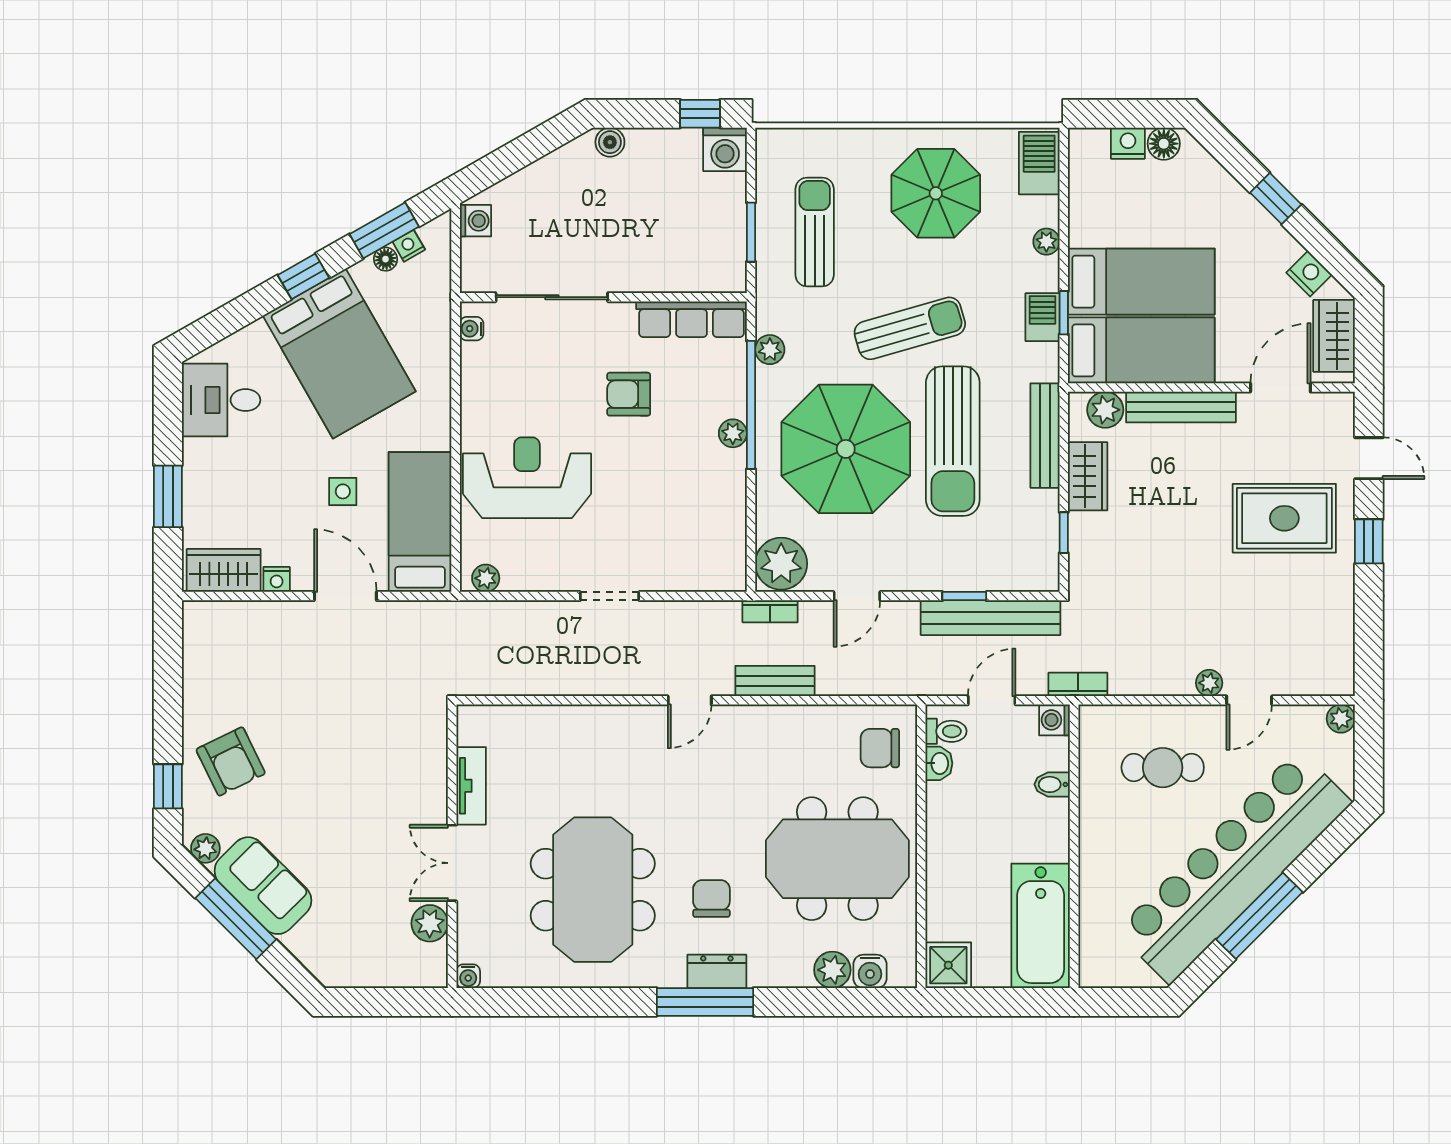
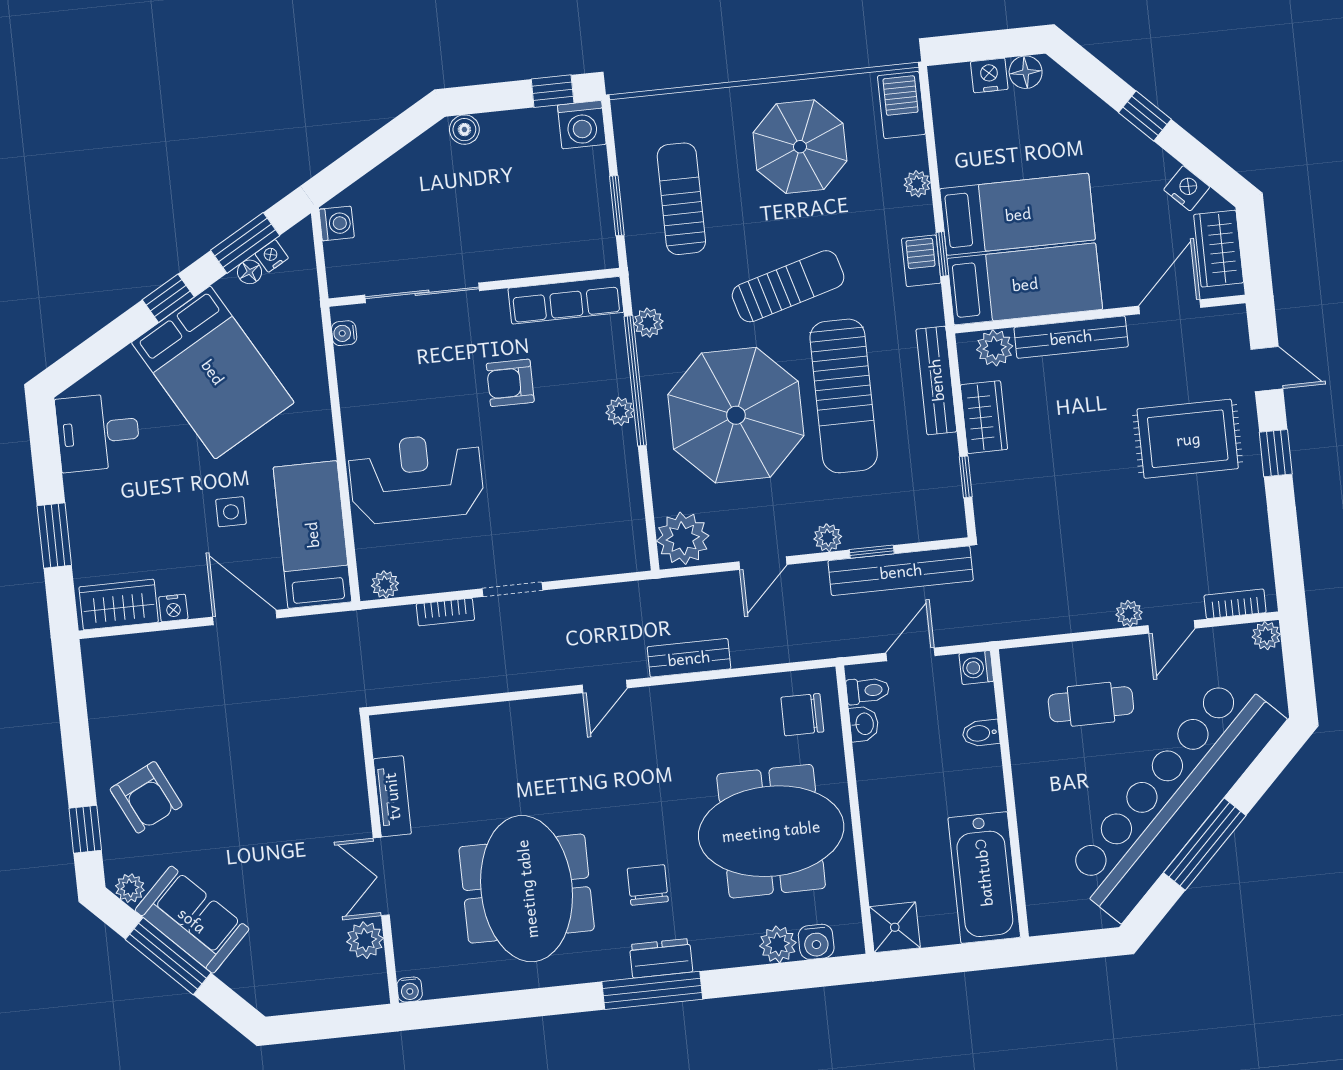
plant: (923, 578) -> (828, 538), added
bookcase: (770, 611) -> (445, 612), moved
bookcase: (1078, 684) -> (1235, 604), moved

